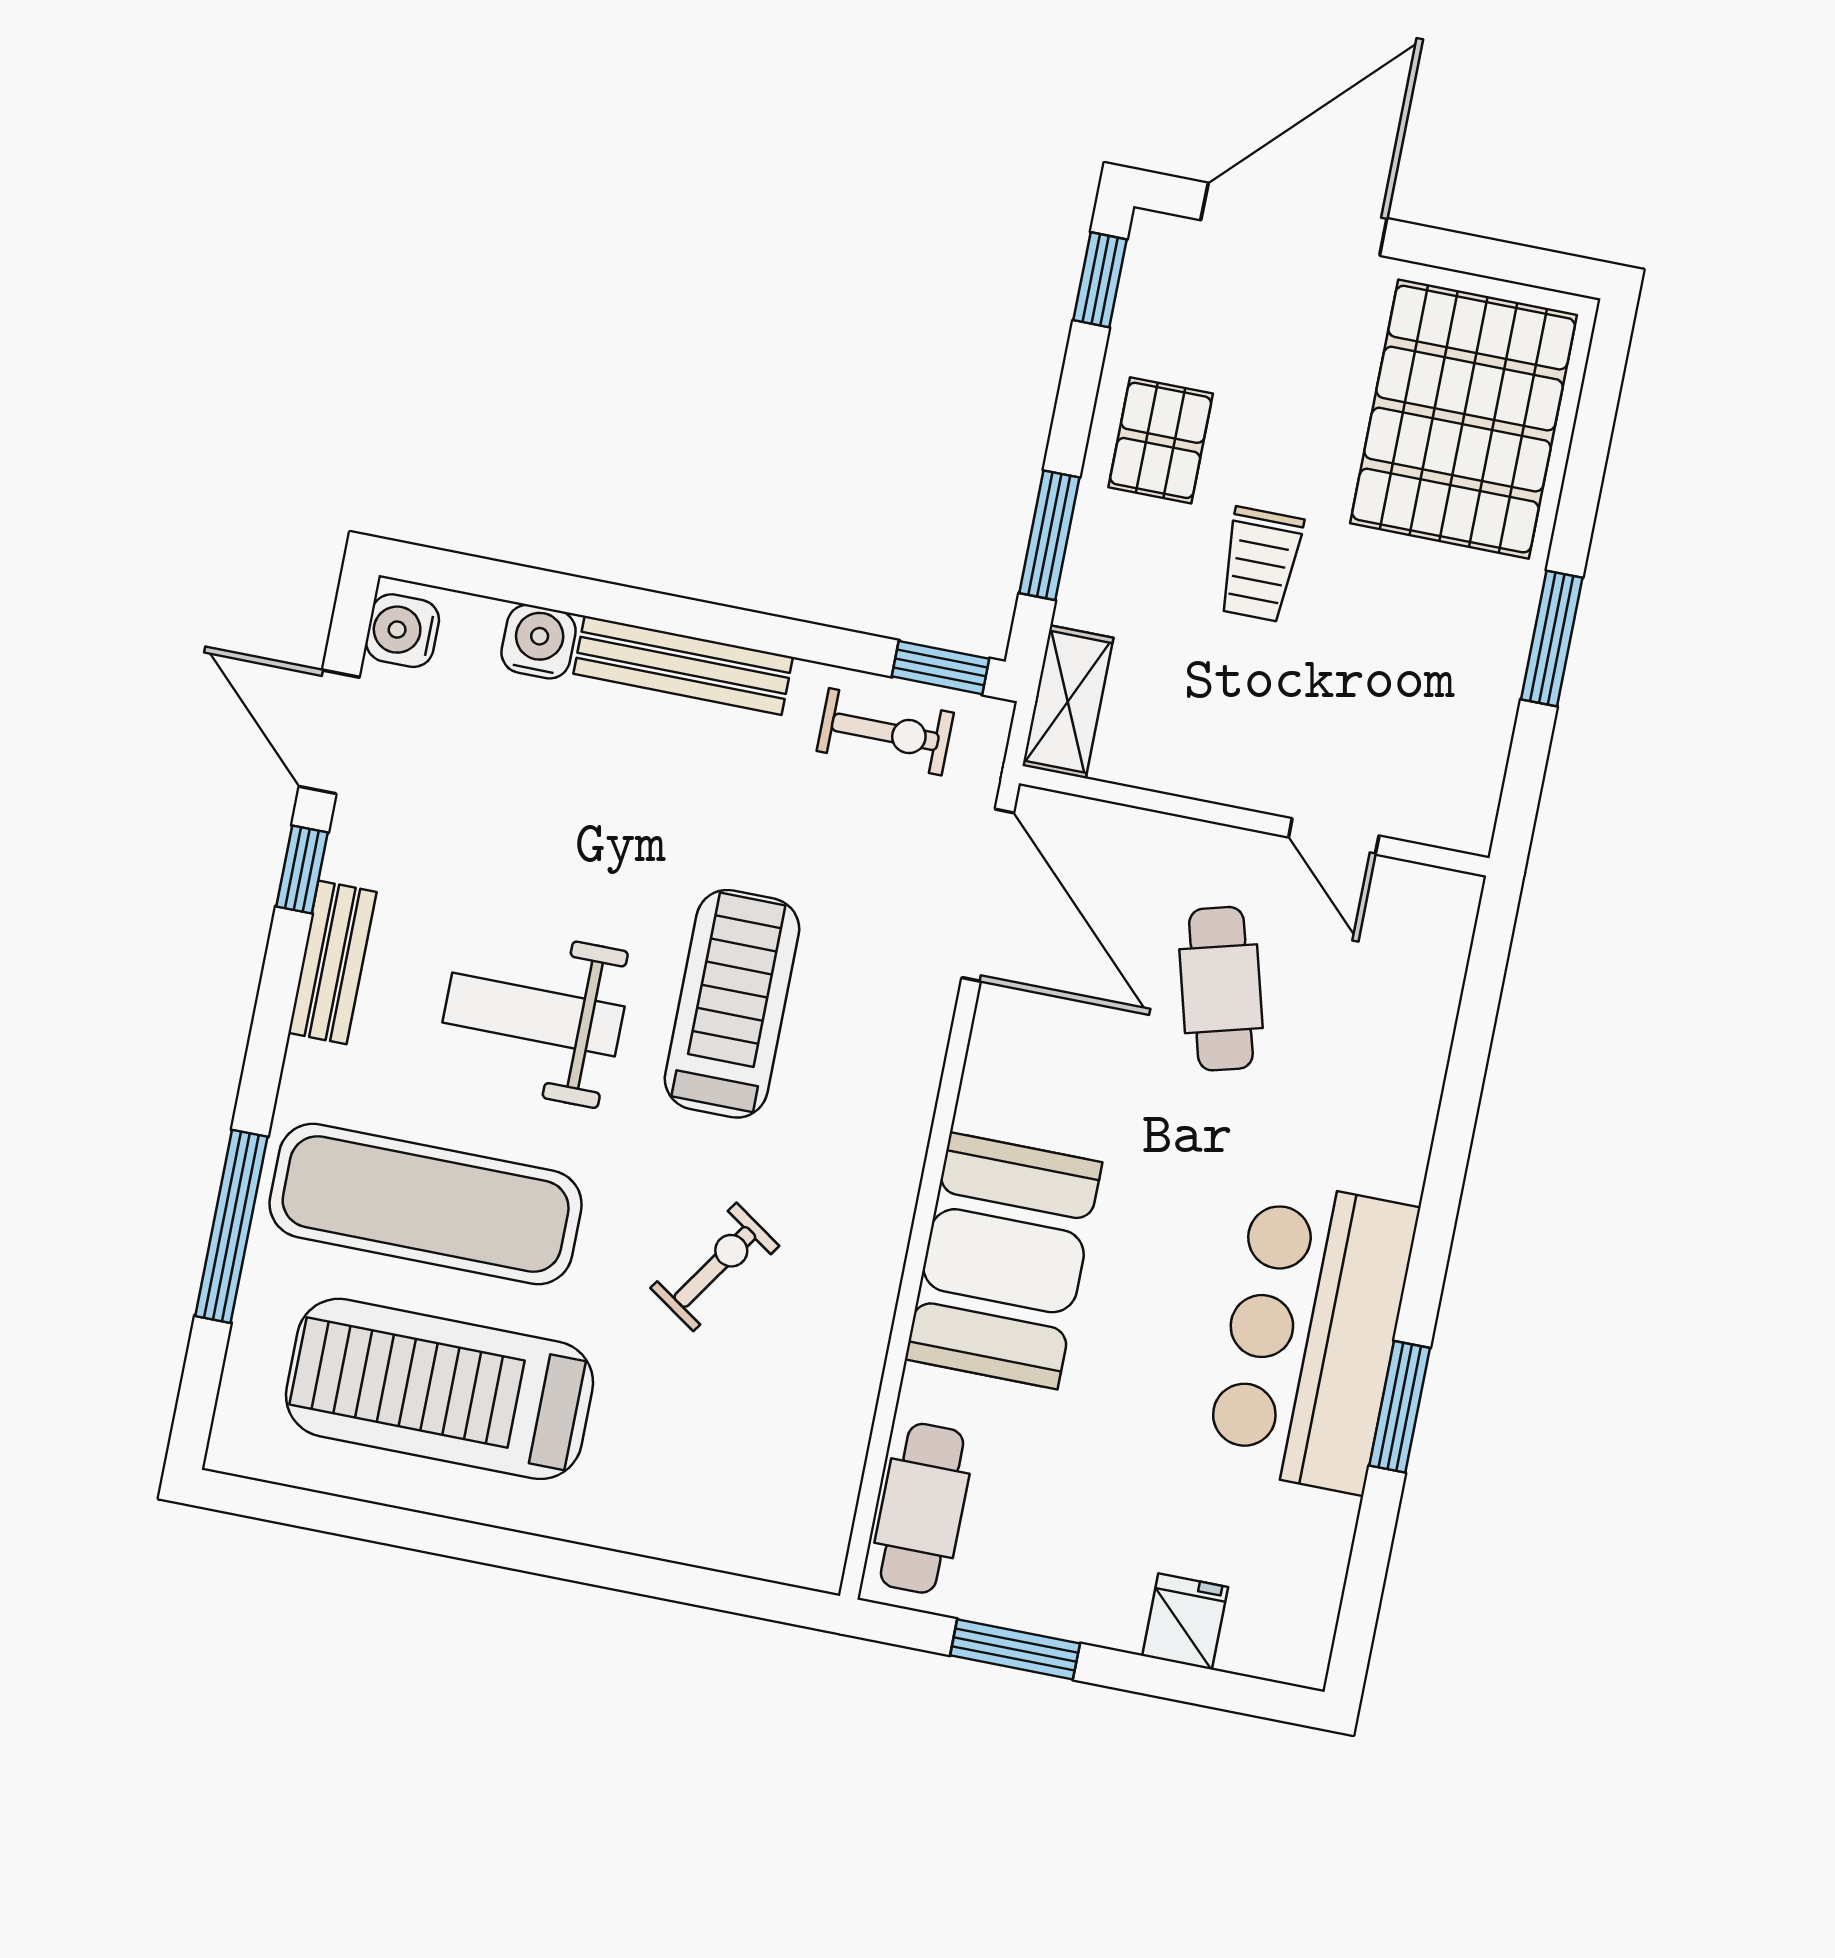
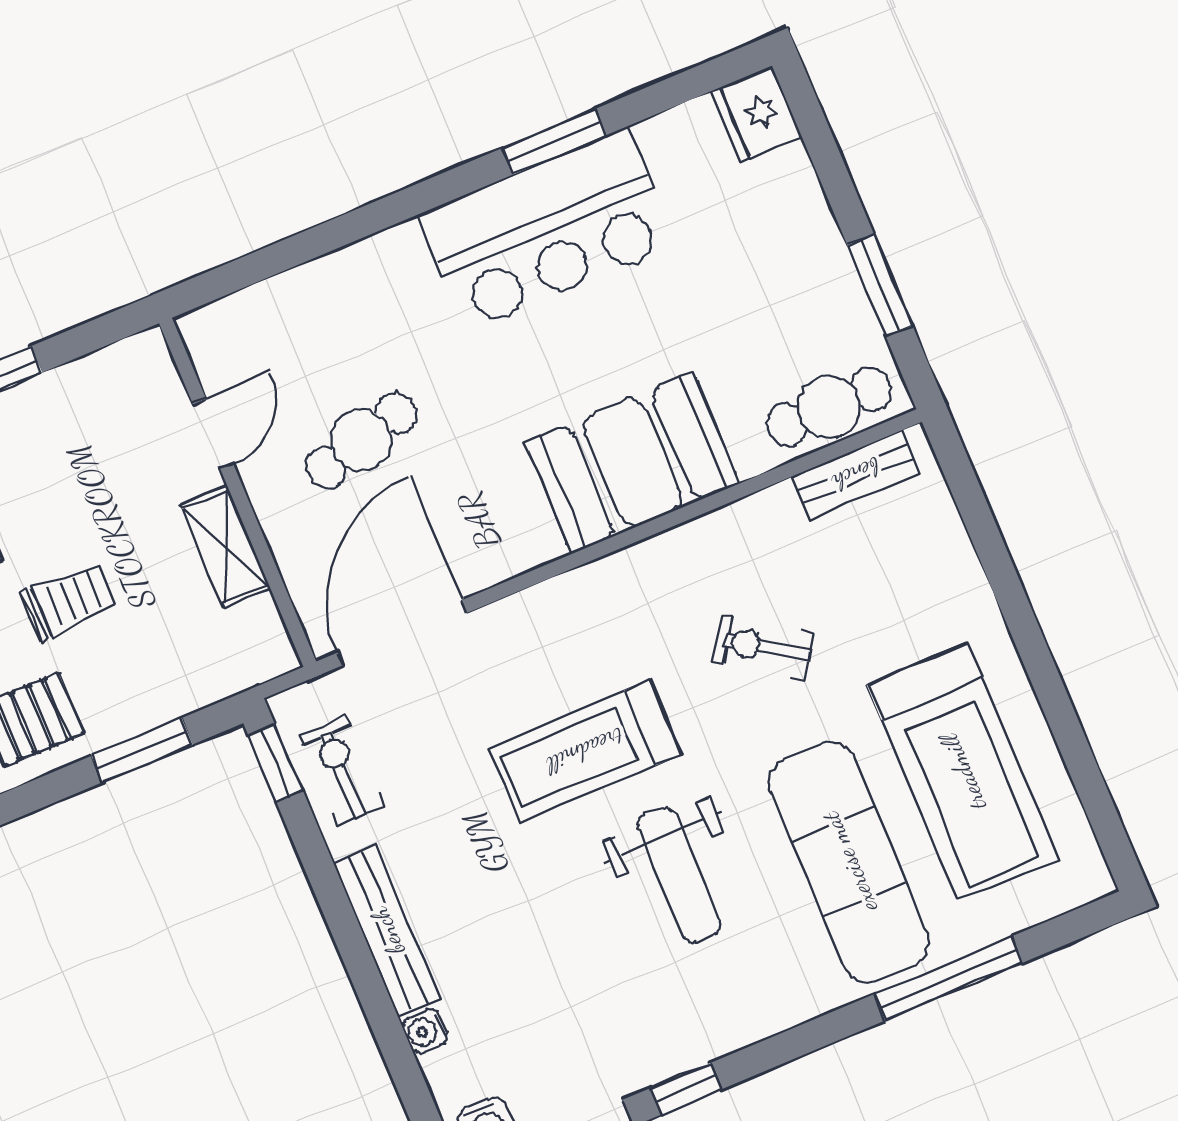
water cooler: (539, 642) -> (425, 1031), width x0.72, depth x0.72
shelving: (1068, 702) -> (226, 547), moved, turned 90
bench: (332, 962) -> (856, 475), moved
fridge: (1185, 1621) -> (757, 114), moved, width x1.38

